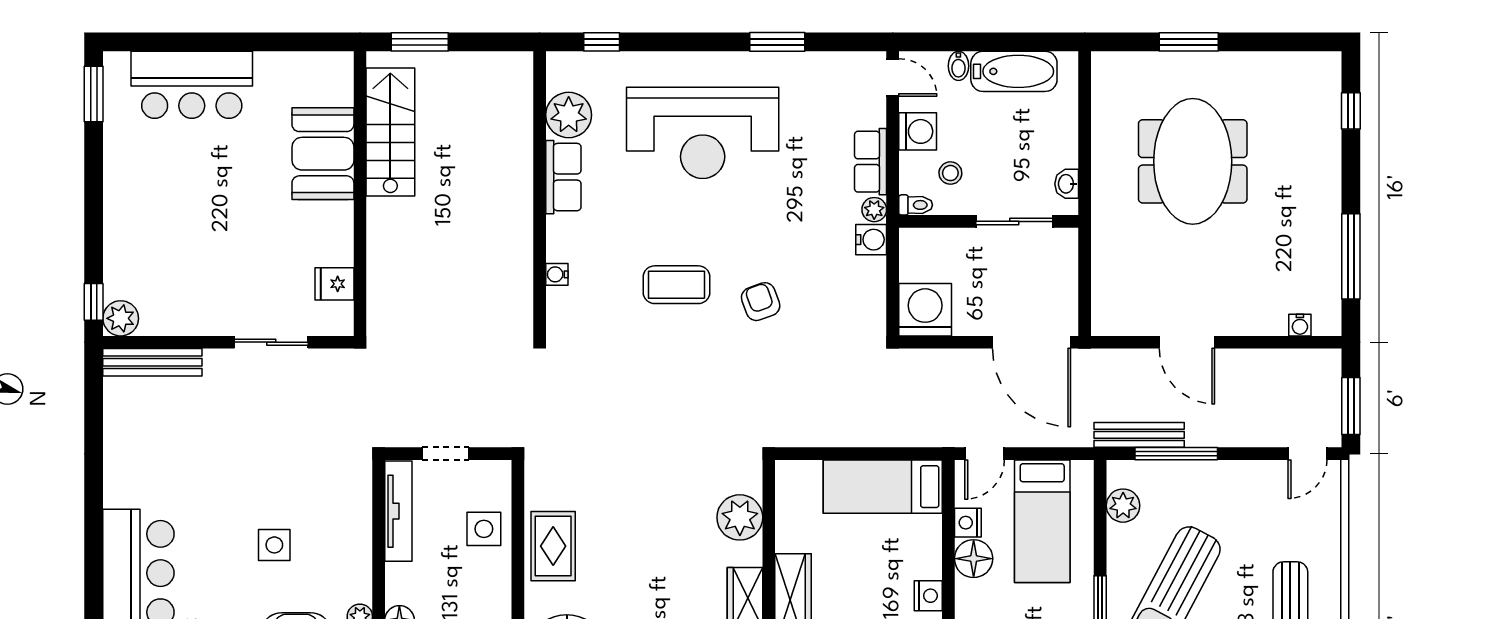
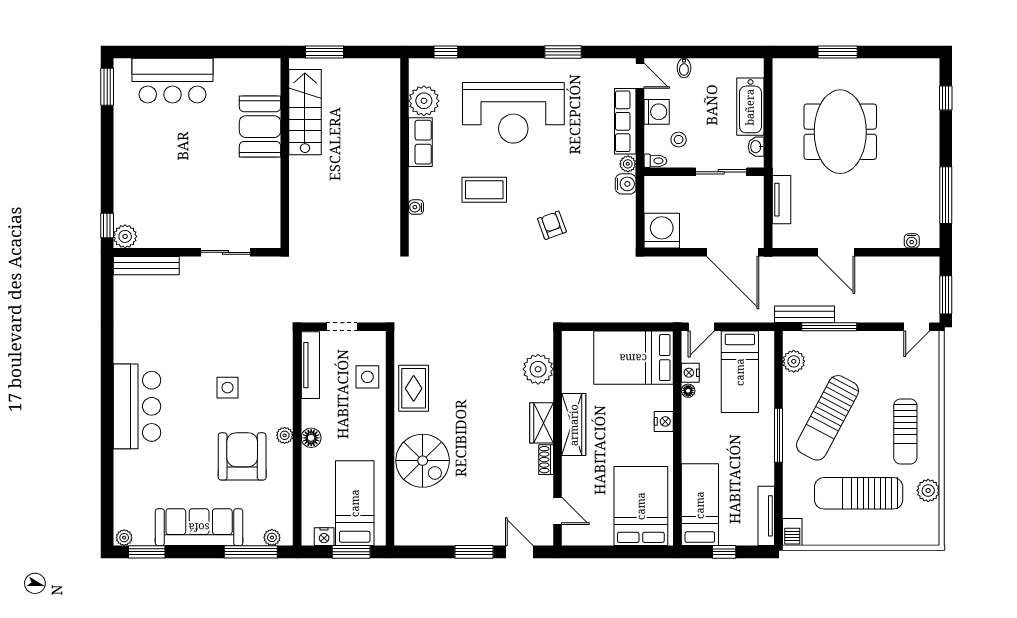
bathtub: (1014, 71) -> (750, 107), moved, turned 90
row of seats: (871, 162) -> (625, 121), width x1.48
tv unit: (1105, 263) -> (781, 200), added
fridge: (334, 284) -> (268, 213), removed
coffee table: (677, 285) -> (484, 190), moved
bed: (883, 487) -> (633, 358), width x1.50
floor lamp: (974, 559) -> (688, 391), width x0.53, depth x0.53

